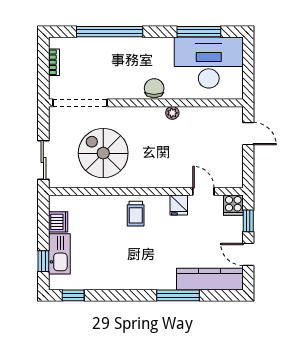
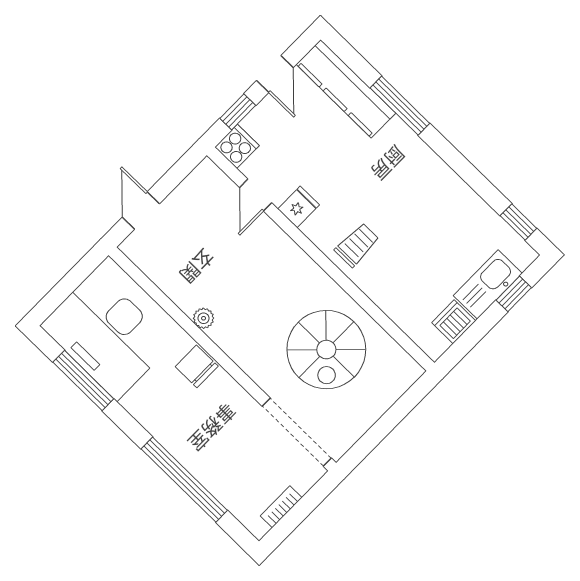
chair: (154, 88) -> (197, 366), turned 90
sliding door: (43, 160) -> (402, 408), removed

